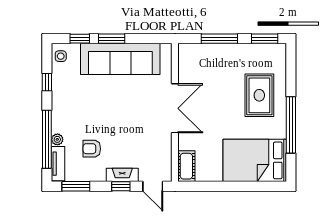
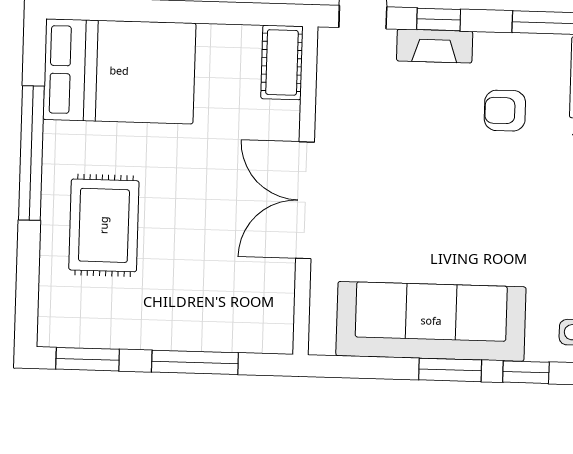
armchair: (92, 149) -> (505, 111), turned 180

